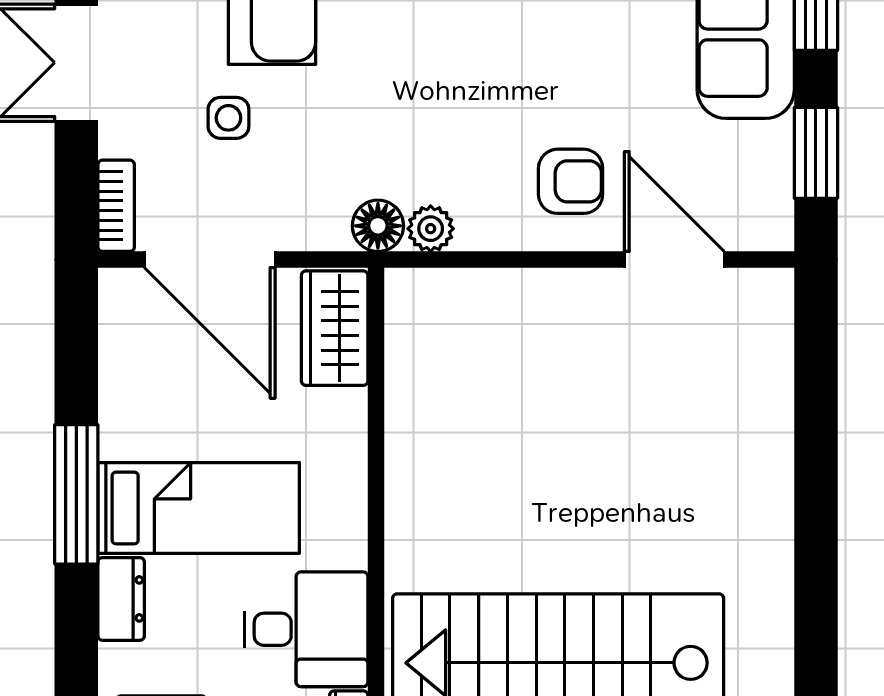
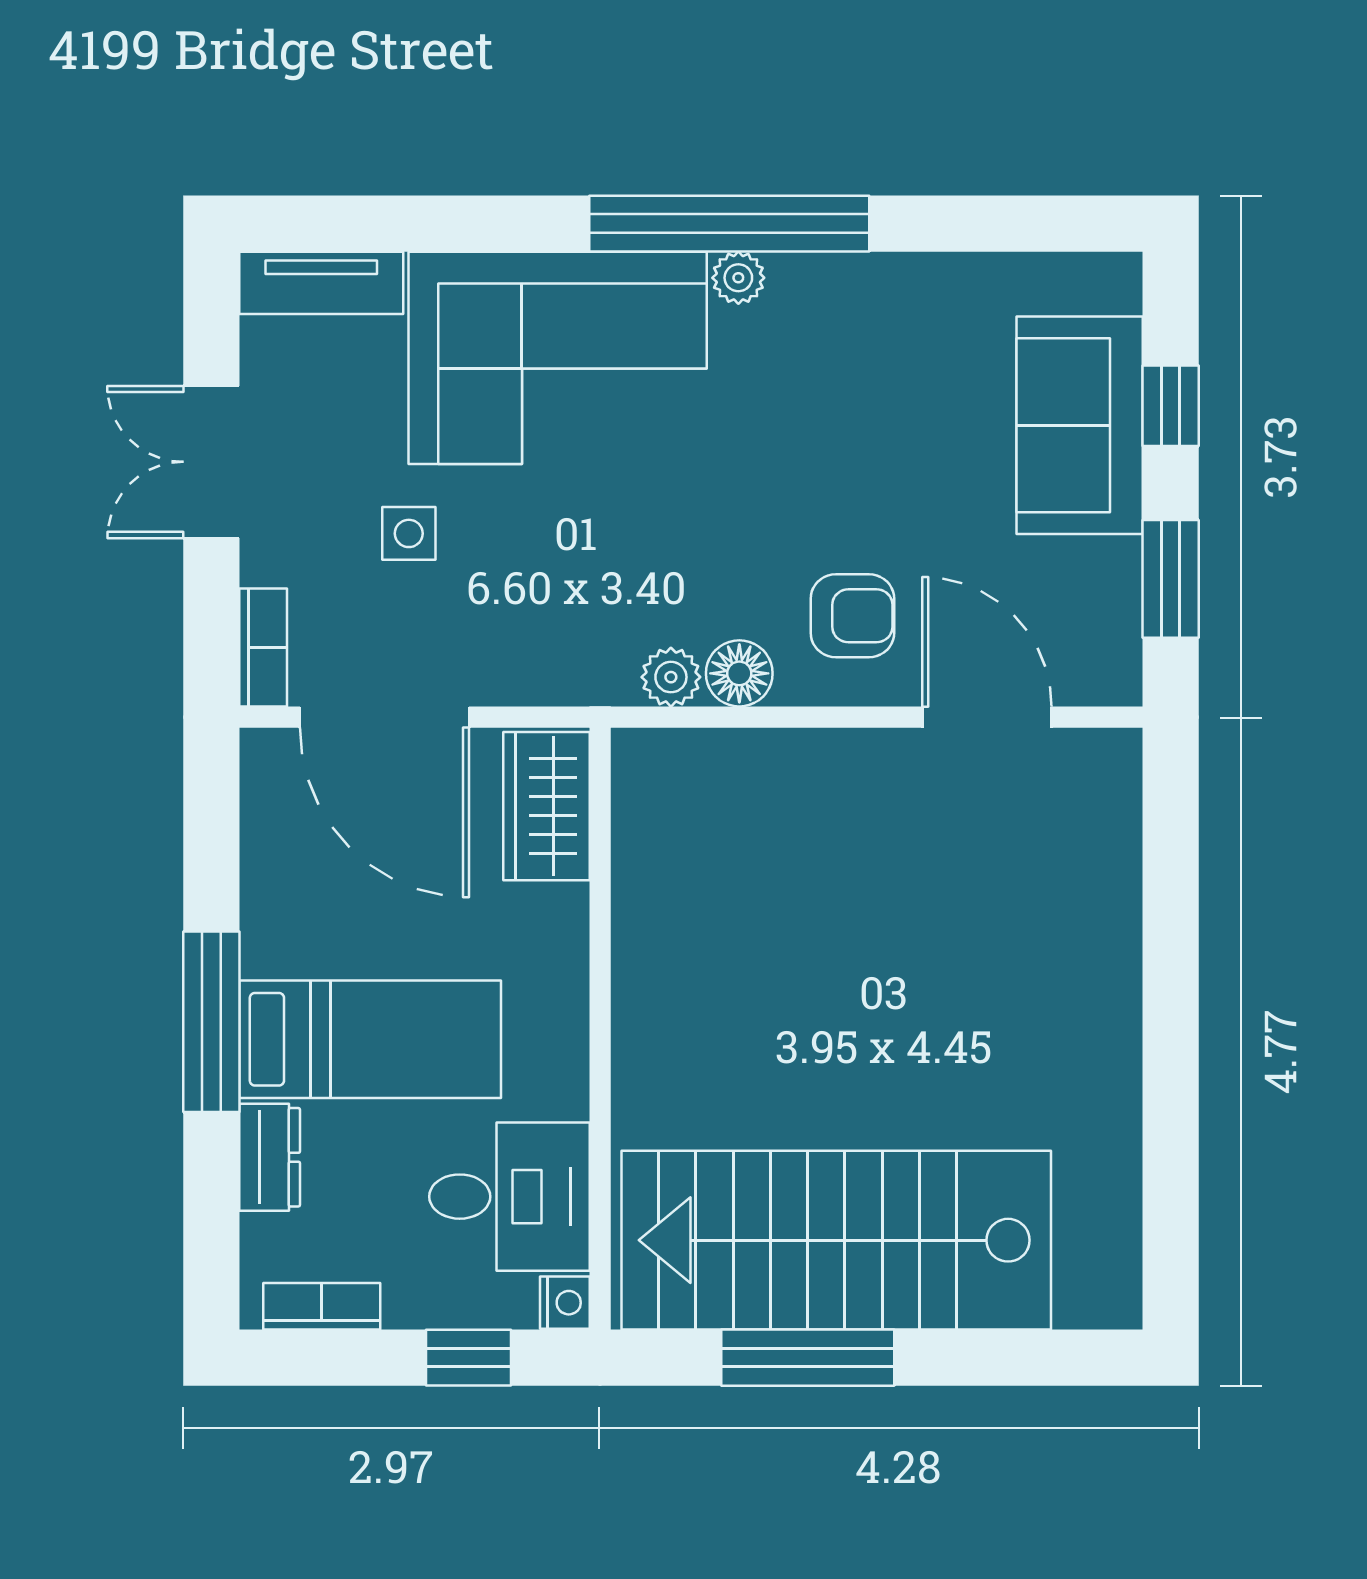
floor lamp: (378, 226) -> (739, 673), moved

